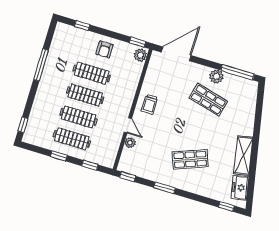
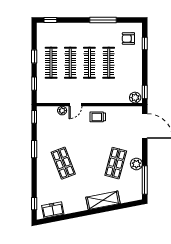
armchair: (104, 49) -> (128, 39), moved
shelving: (243, 156) -> (103, 200), moved

